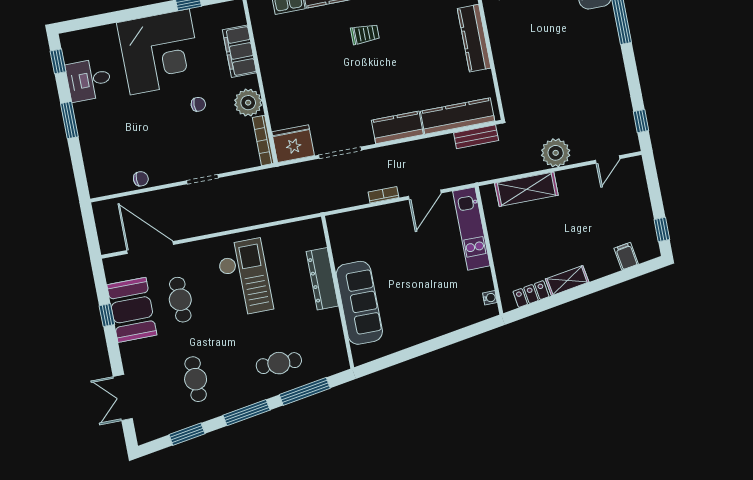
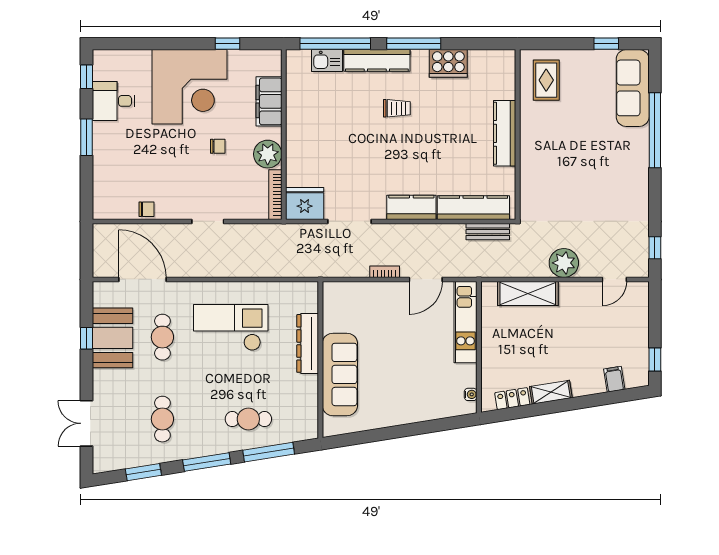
checkout: (245, 278) -> (231, 327), turned -90

